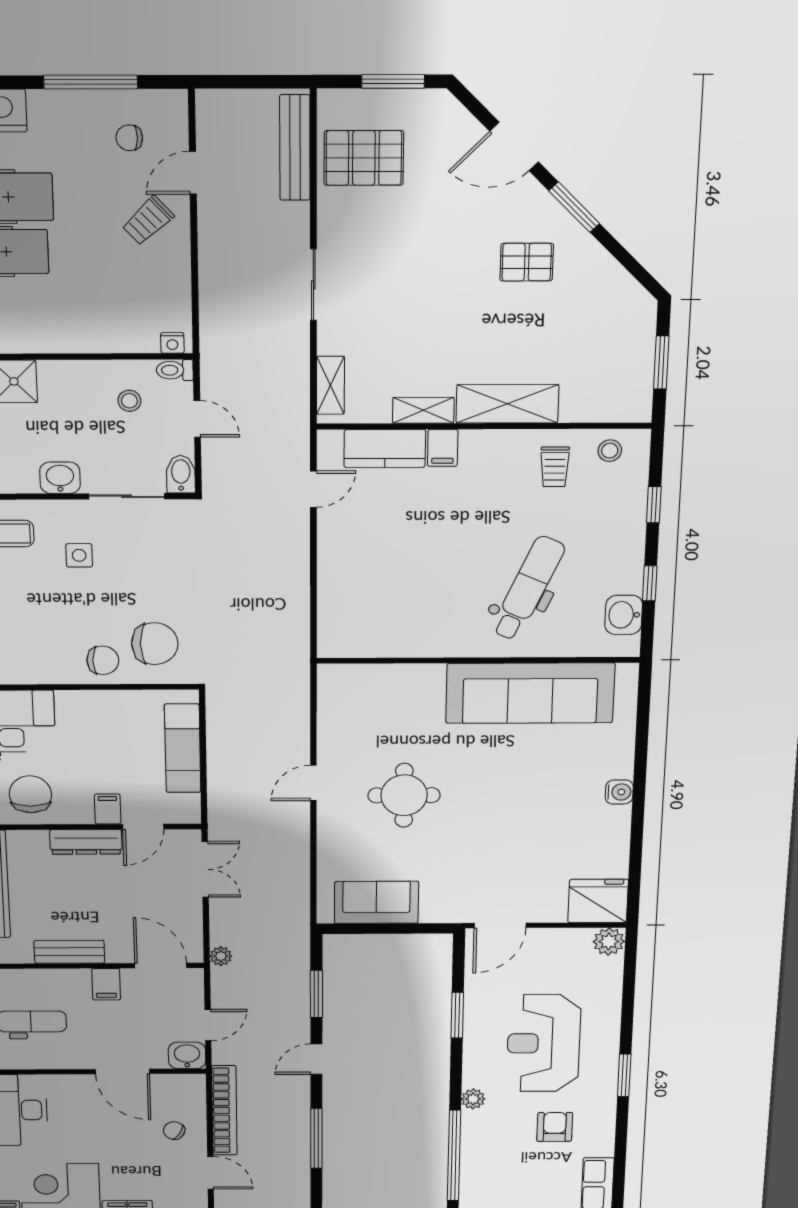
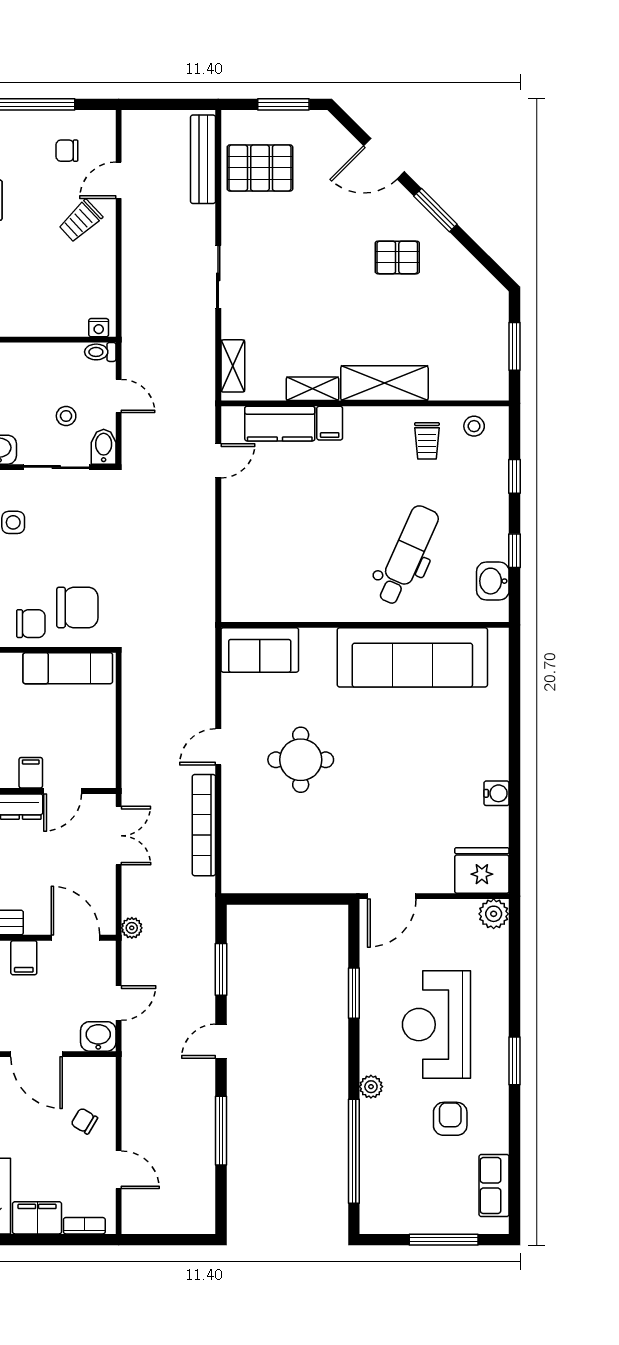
stool: (129, 401) -> (66, 416), moved
exam couch: (183, 748) -> (68, 668), moved, turned -90
water cooler: (619, 792) -> (497, 793), moved
sofa: (376, 902) -> (260, 650), moved, turned 180
bookcase: (224, 1110) -> (204, 825), moved, turned 180

